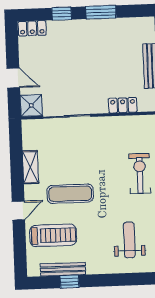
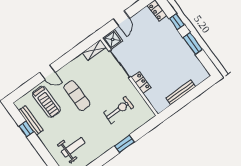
locker: (123, 105) -> (141, 83), moved
shelving: (30, 167) -> (94, 50), moved
exercise bike: (140, 174) -> (118, 110), moved

